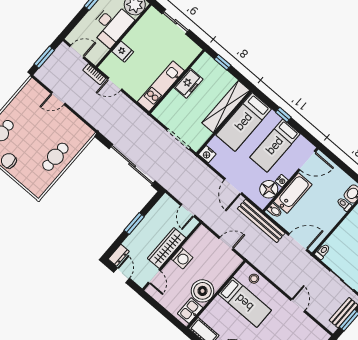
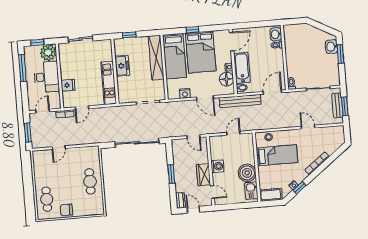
bed: (275, 146) -> (201, 52), width x1.50
nightstand: (207, 154) -> (185, 93), moved
wardrobe: (167, 248) -> (203, 175), width x0.67

